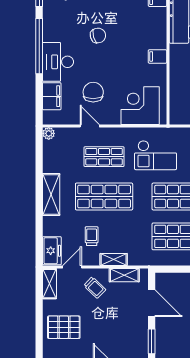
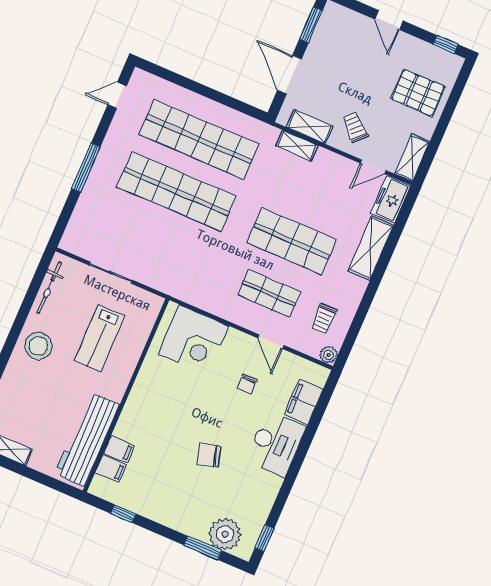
window: (39, 46) -> (292, 475), removed
filing cabinet: (157, 56) -> (119, 449), moved
chair: (93, 92) -> (247, 384), width x0.54, depth x0.54
checkout: (156, 155) -> (201, 266), removed
shelving: (51, 195) -> (371, 248), moved
trolley: (92, 236) -> (324, 319), moved
shelving: (114, 259) -> (297, 146), moved

